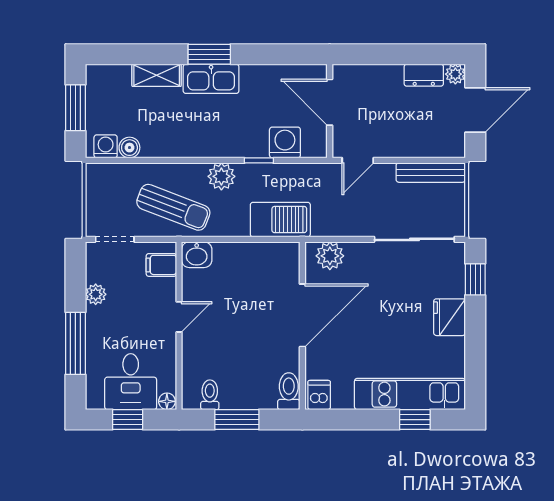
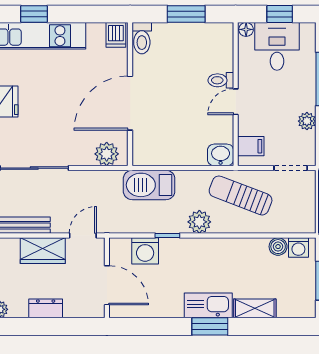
dresser: (424, 75) -> (46, 308), moved
wardrobe: (405, 143) -> (43, 251), added
toilet: (210, 395) -> (221, 80), moved, turned 90

